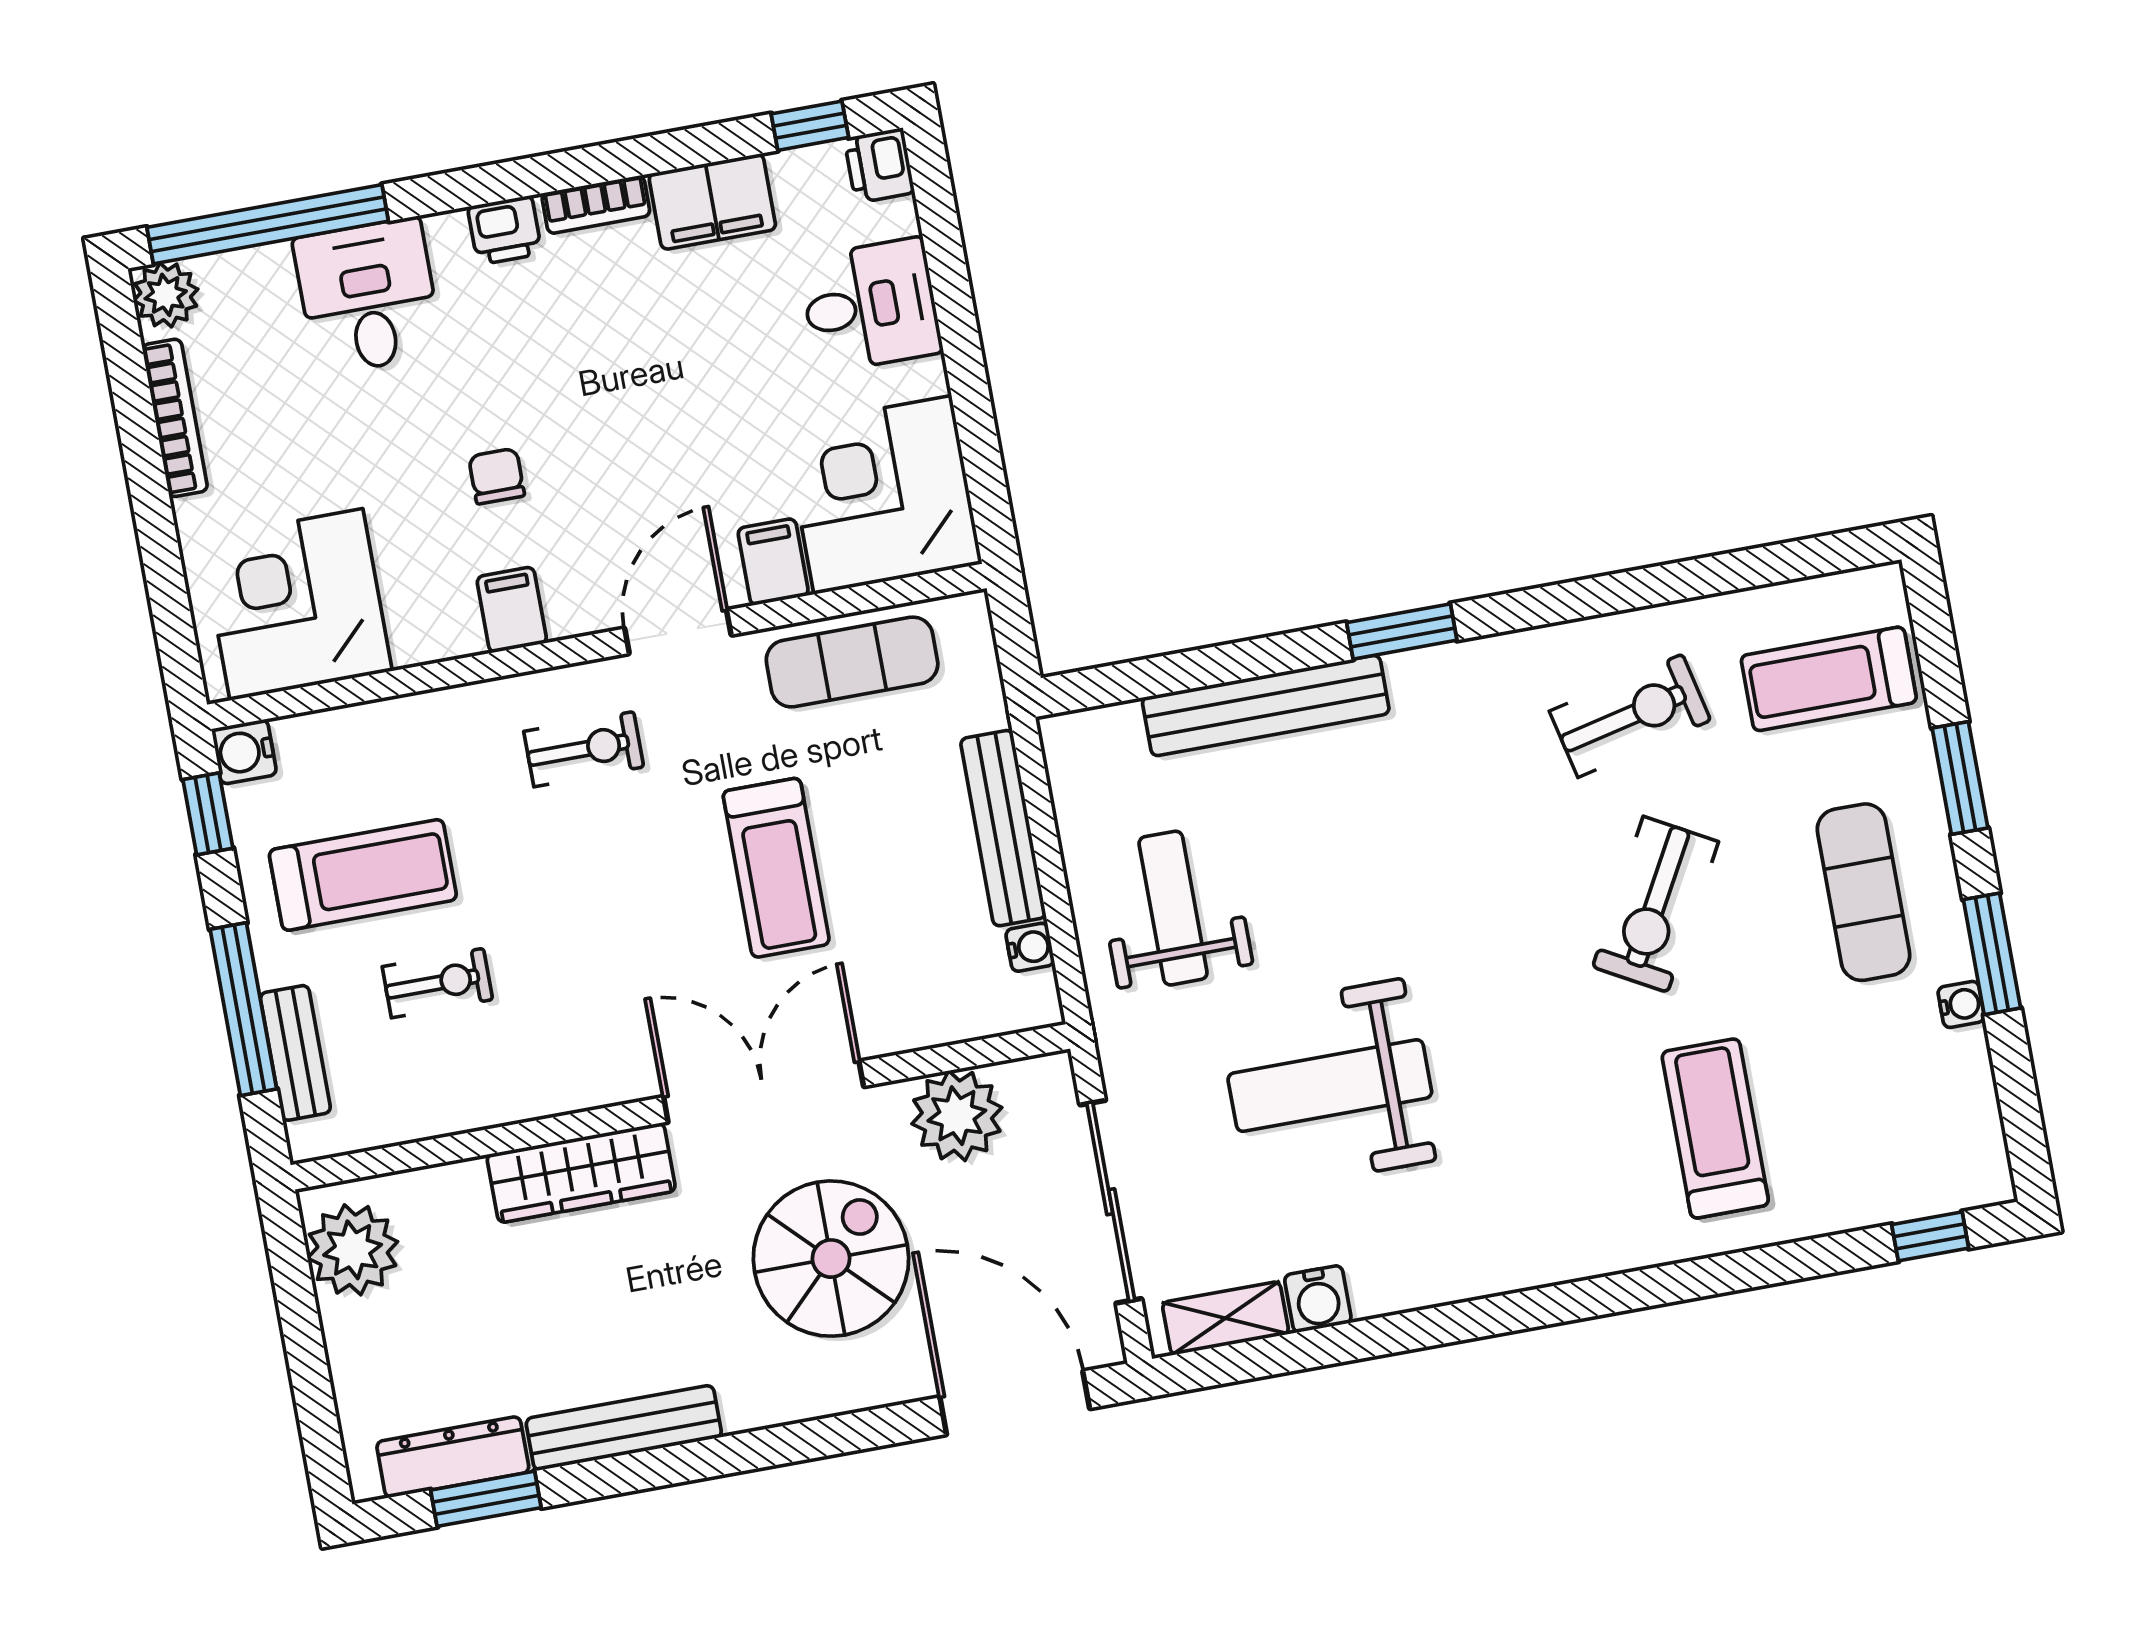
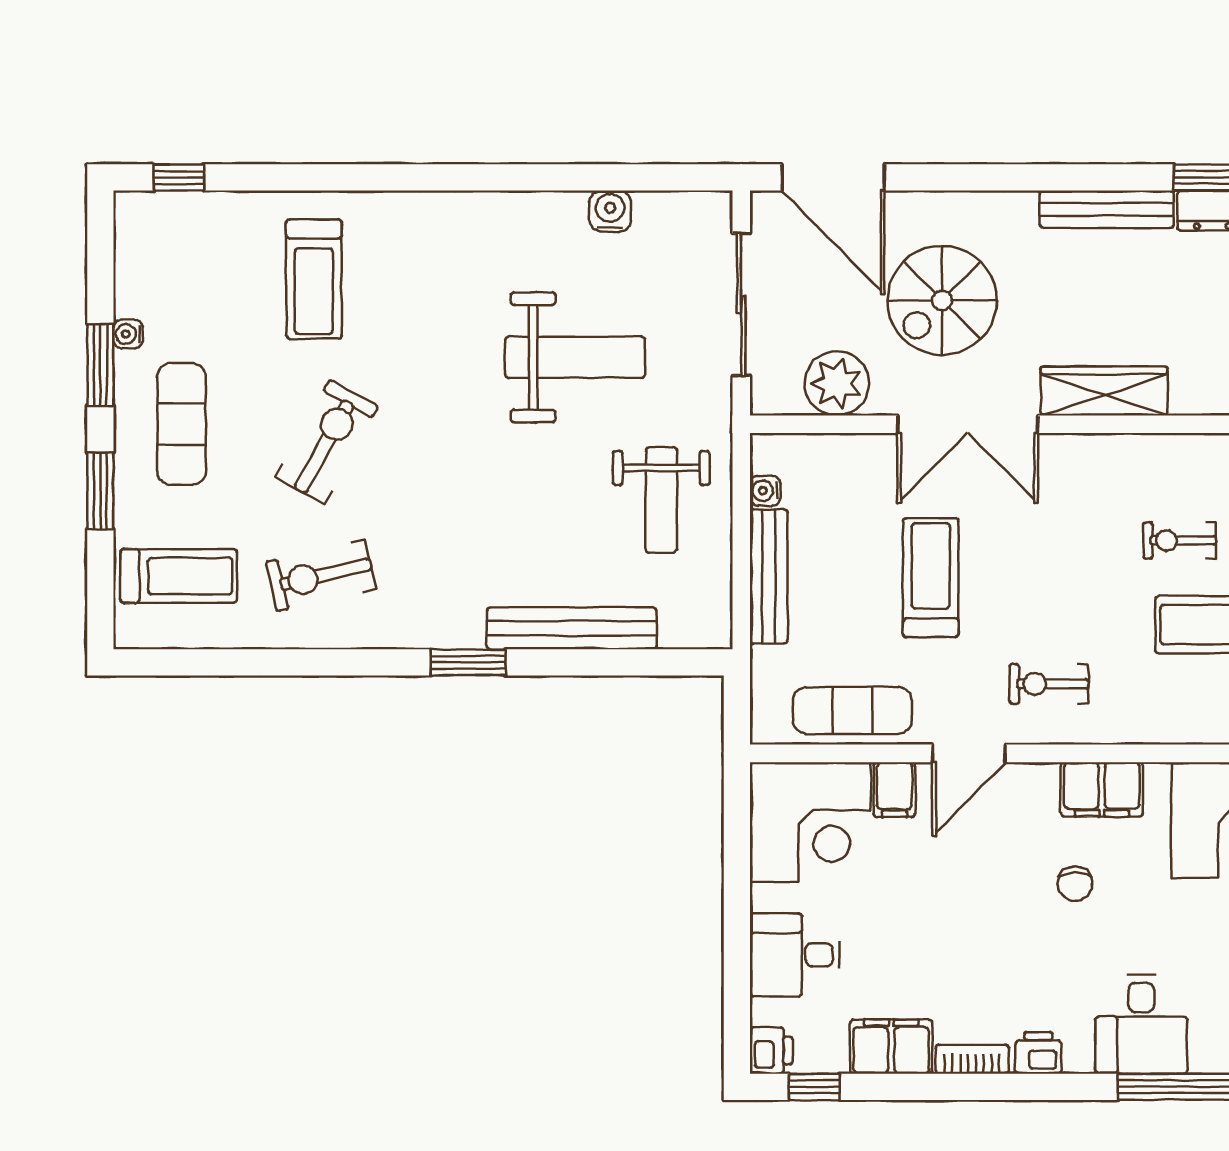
filing cabinet: (512, 610) -> (1102, 789), width x2.00
shelving: (1225, 1318) -> (677, 209), removed

